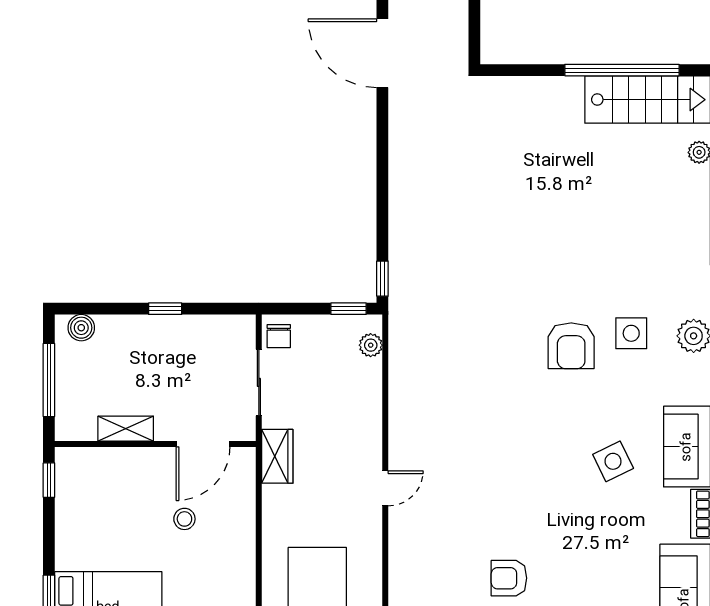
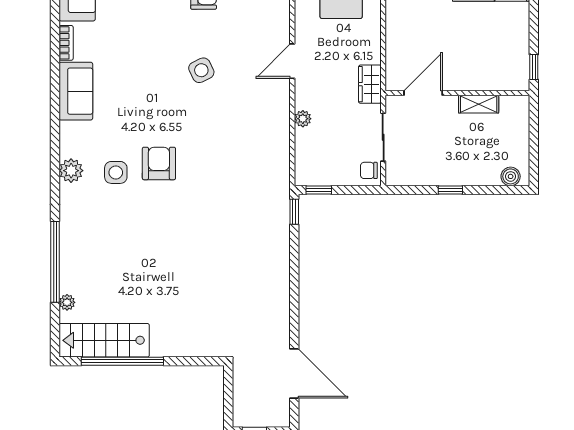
chair: (279, 336) -> (369, 170), turned -90
plant: (371, 345) -> (303, 119), moved
window: (49, 380) -> (534, 139), removed
side table: (613, 461) -> (201, 70), moved
door: (385, 488) -> (292, 61), width x1.38
stool: (184, 519) -> (436, 39), removed

